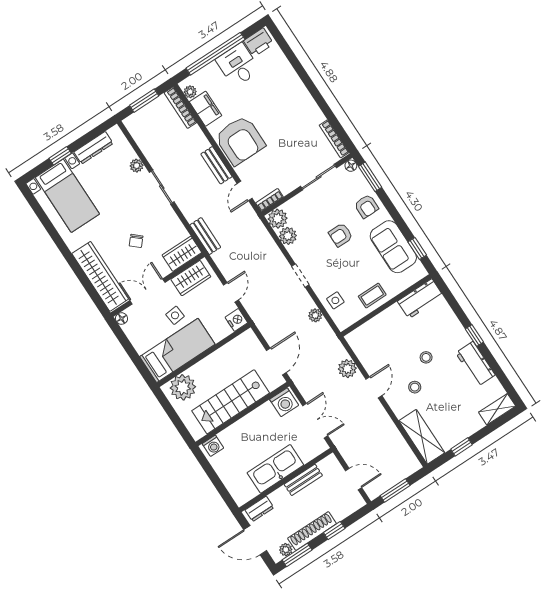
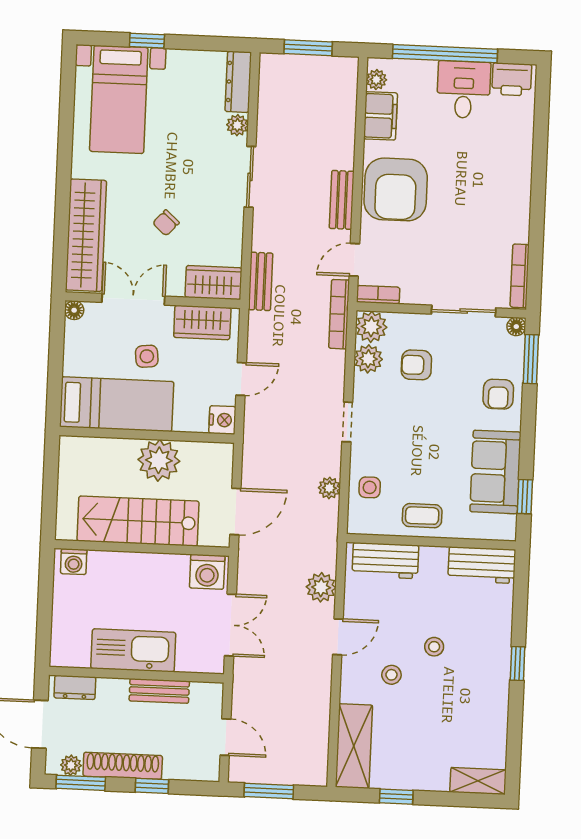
bookcase: (180, 108) -> (339, 314), moved
dresser: (93, 148) -> (238, 82), moved, turned 90
armchair: (341, 235) -> (416, 365), moved
workbench: (475, 364) -> (385, 561), moved, turned -90
plant: (183, 387) -> (159, 460), moved

